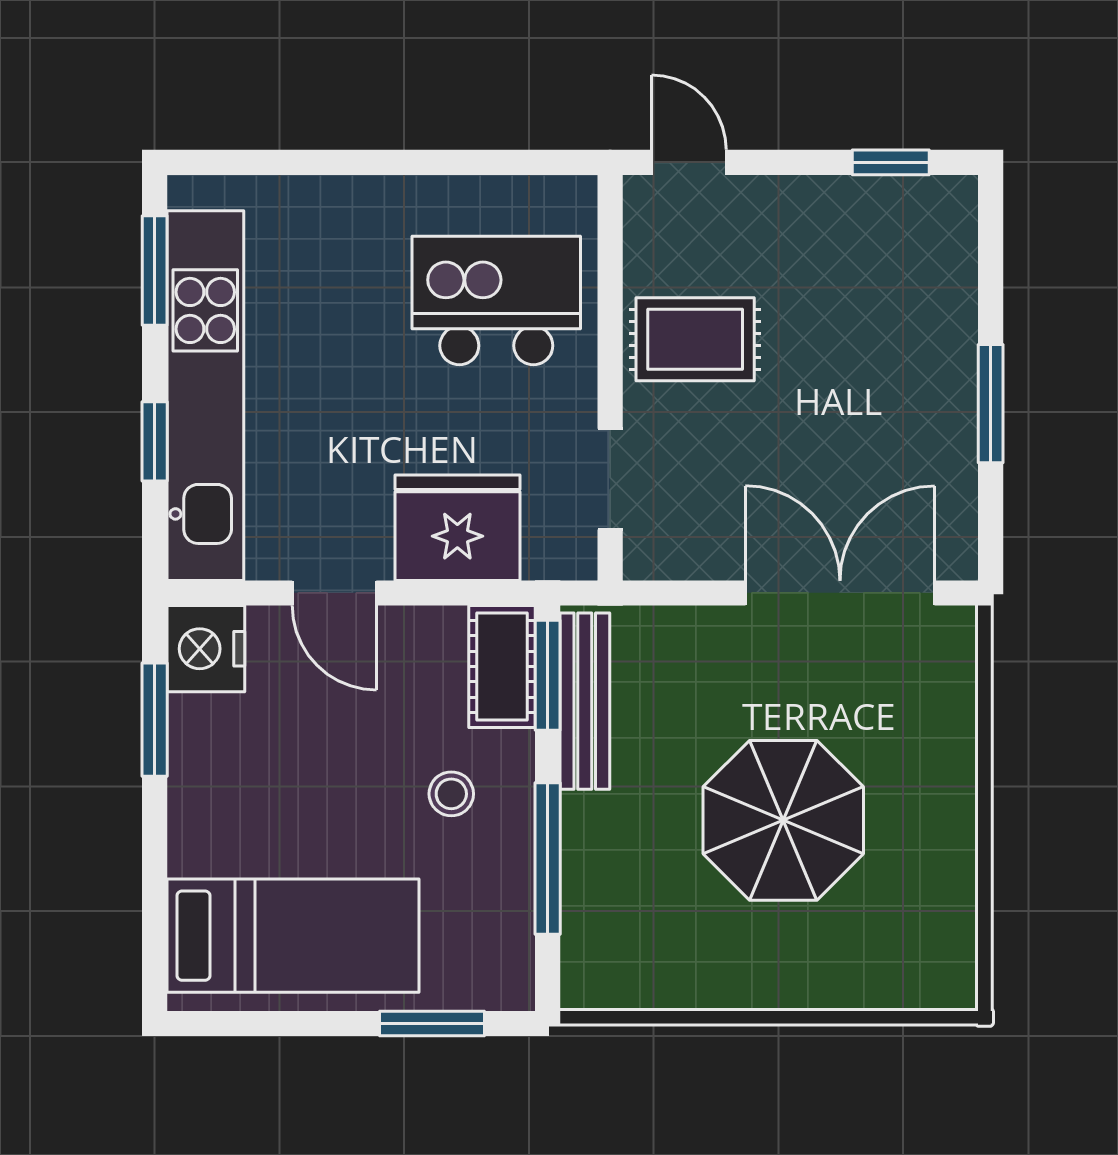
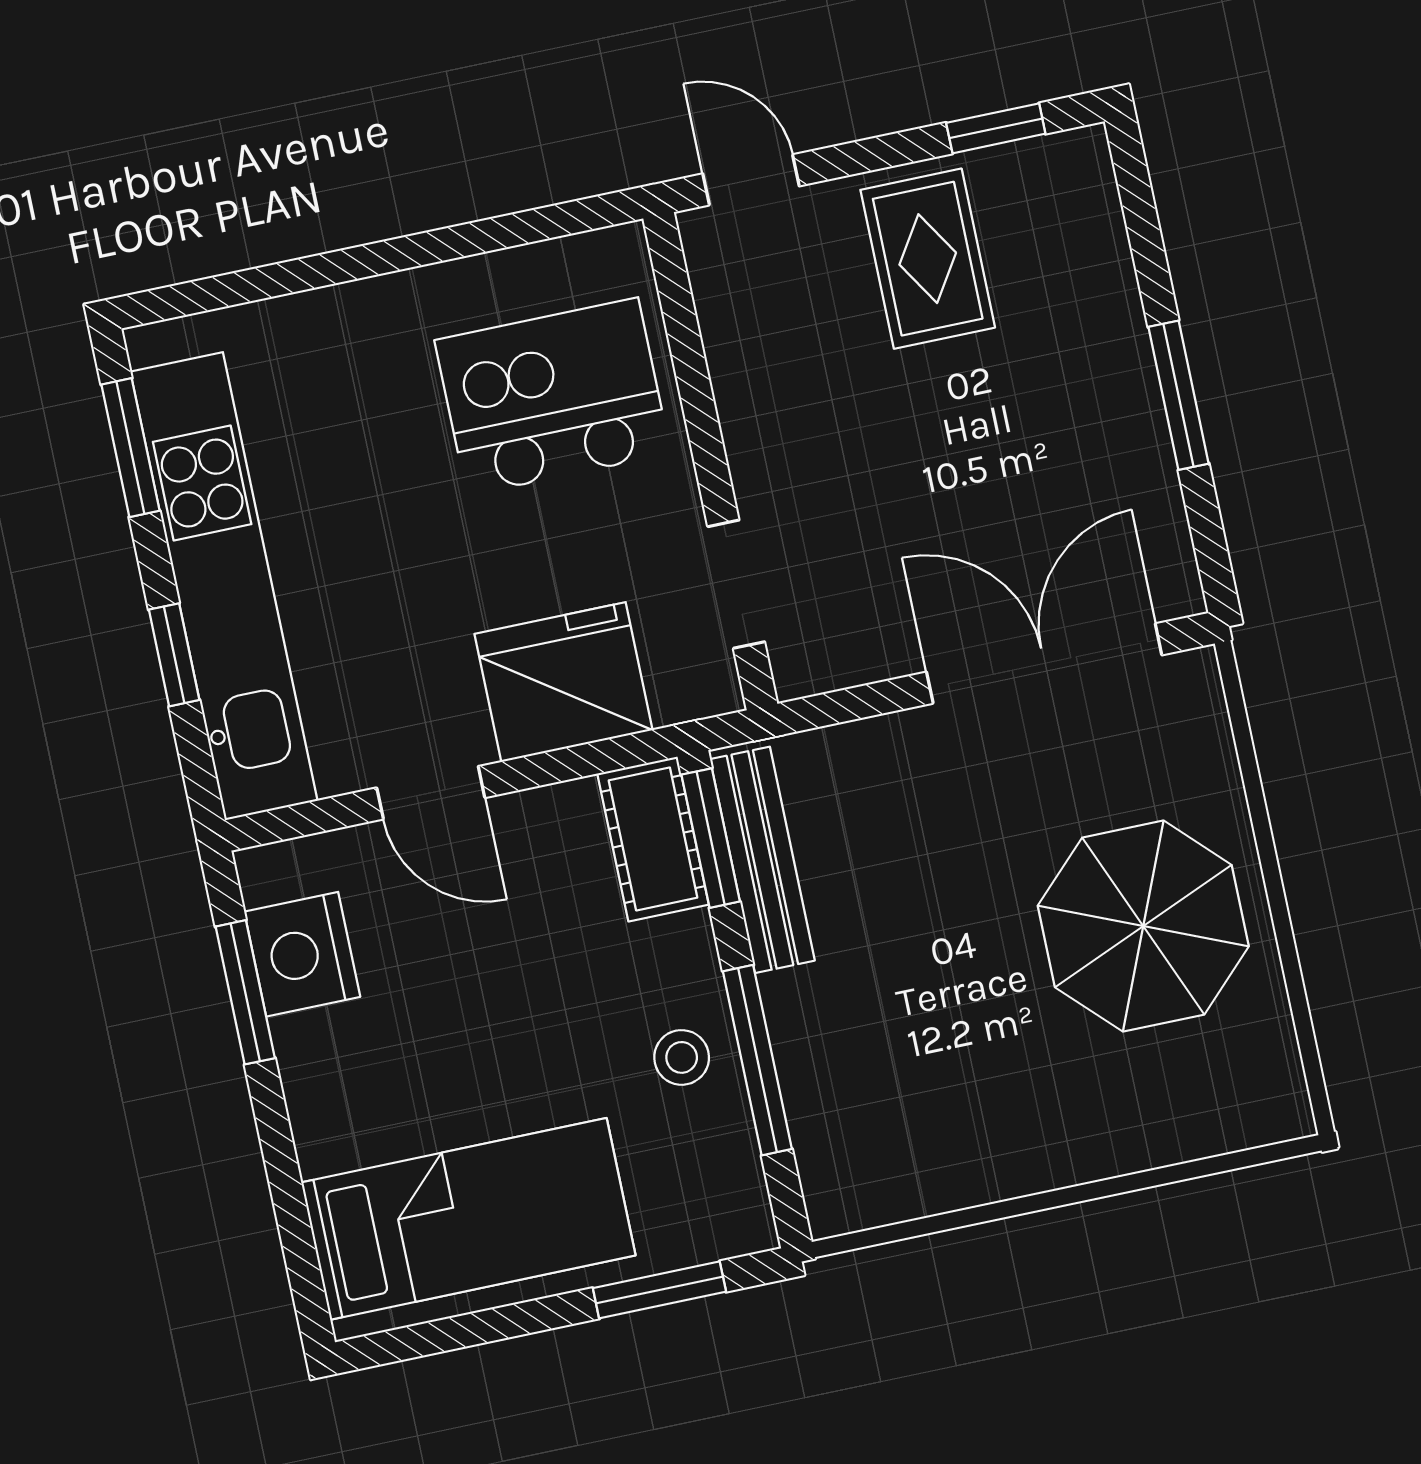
rug: (695, 339) -> (928, 259), moved, turned 90
nightstand: (206, 649) -> (302, 954), moved
stool: (451, 794) -> (682, 1057), moved
parasol: (783, 820) -> (1143, 926), moved

